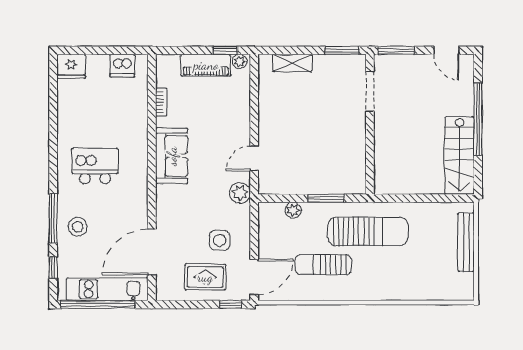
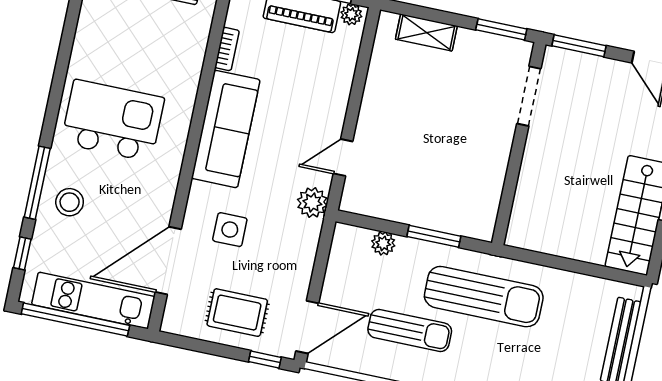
sofa: (172, 156) -> (226, 129), width x1.36
kitchen island: (95, 166) -> (113, 121), width x1.37, depth x1.28
side table: (220, 240) -> (230, 230), moved
sun lounger: (323, 265) -> (410, 330), turned 180

